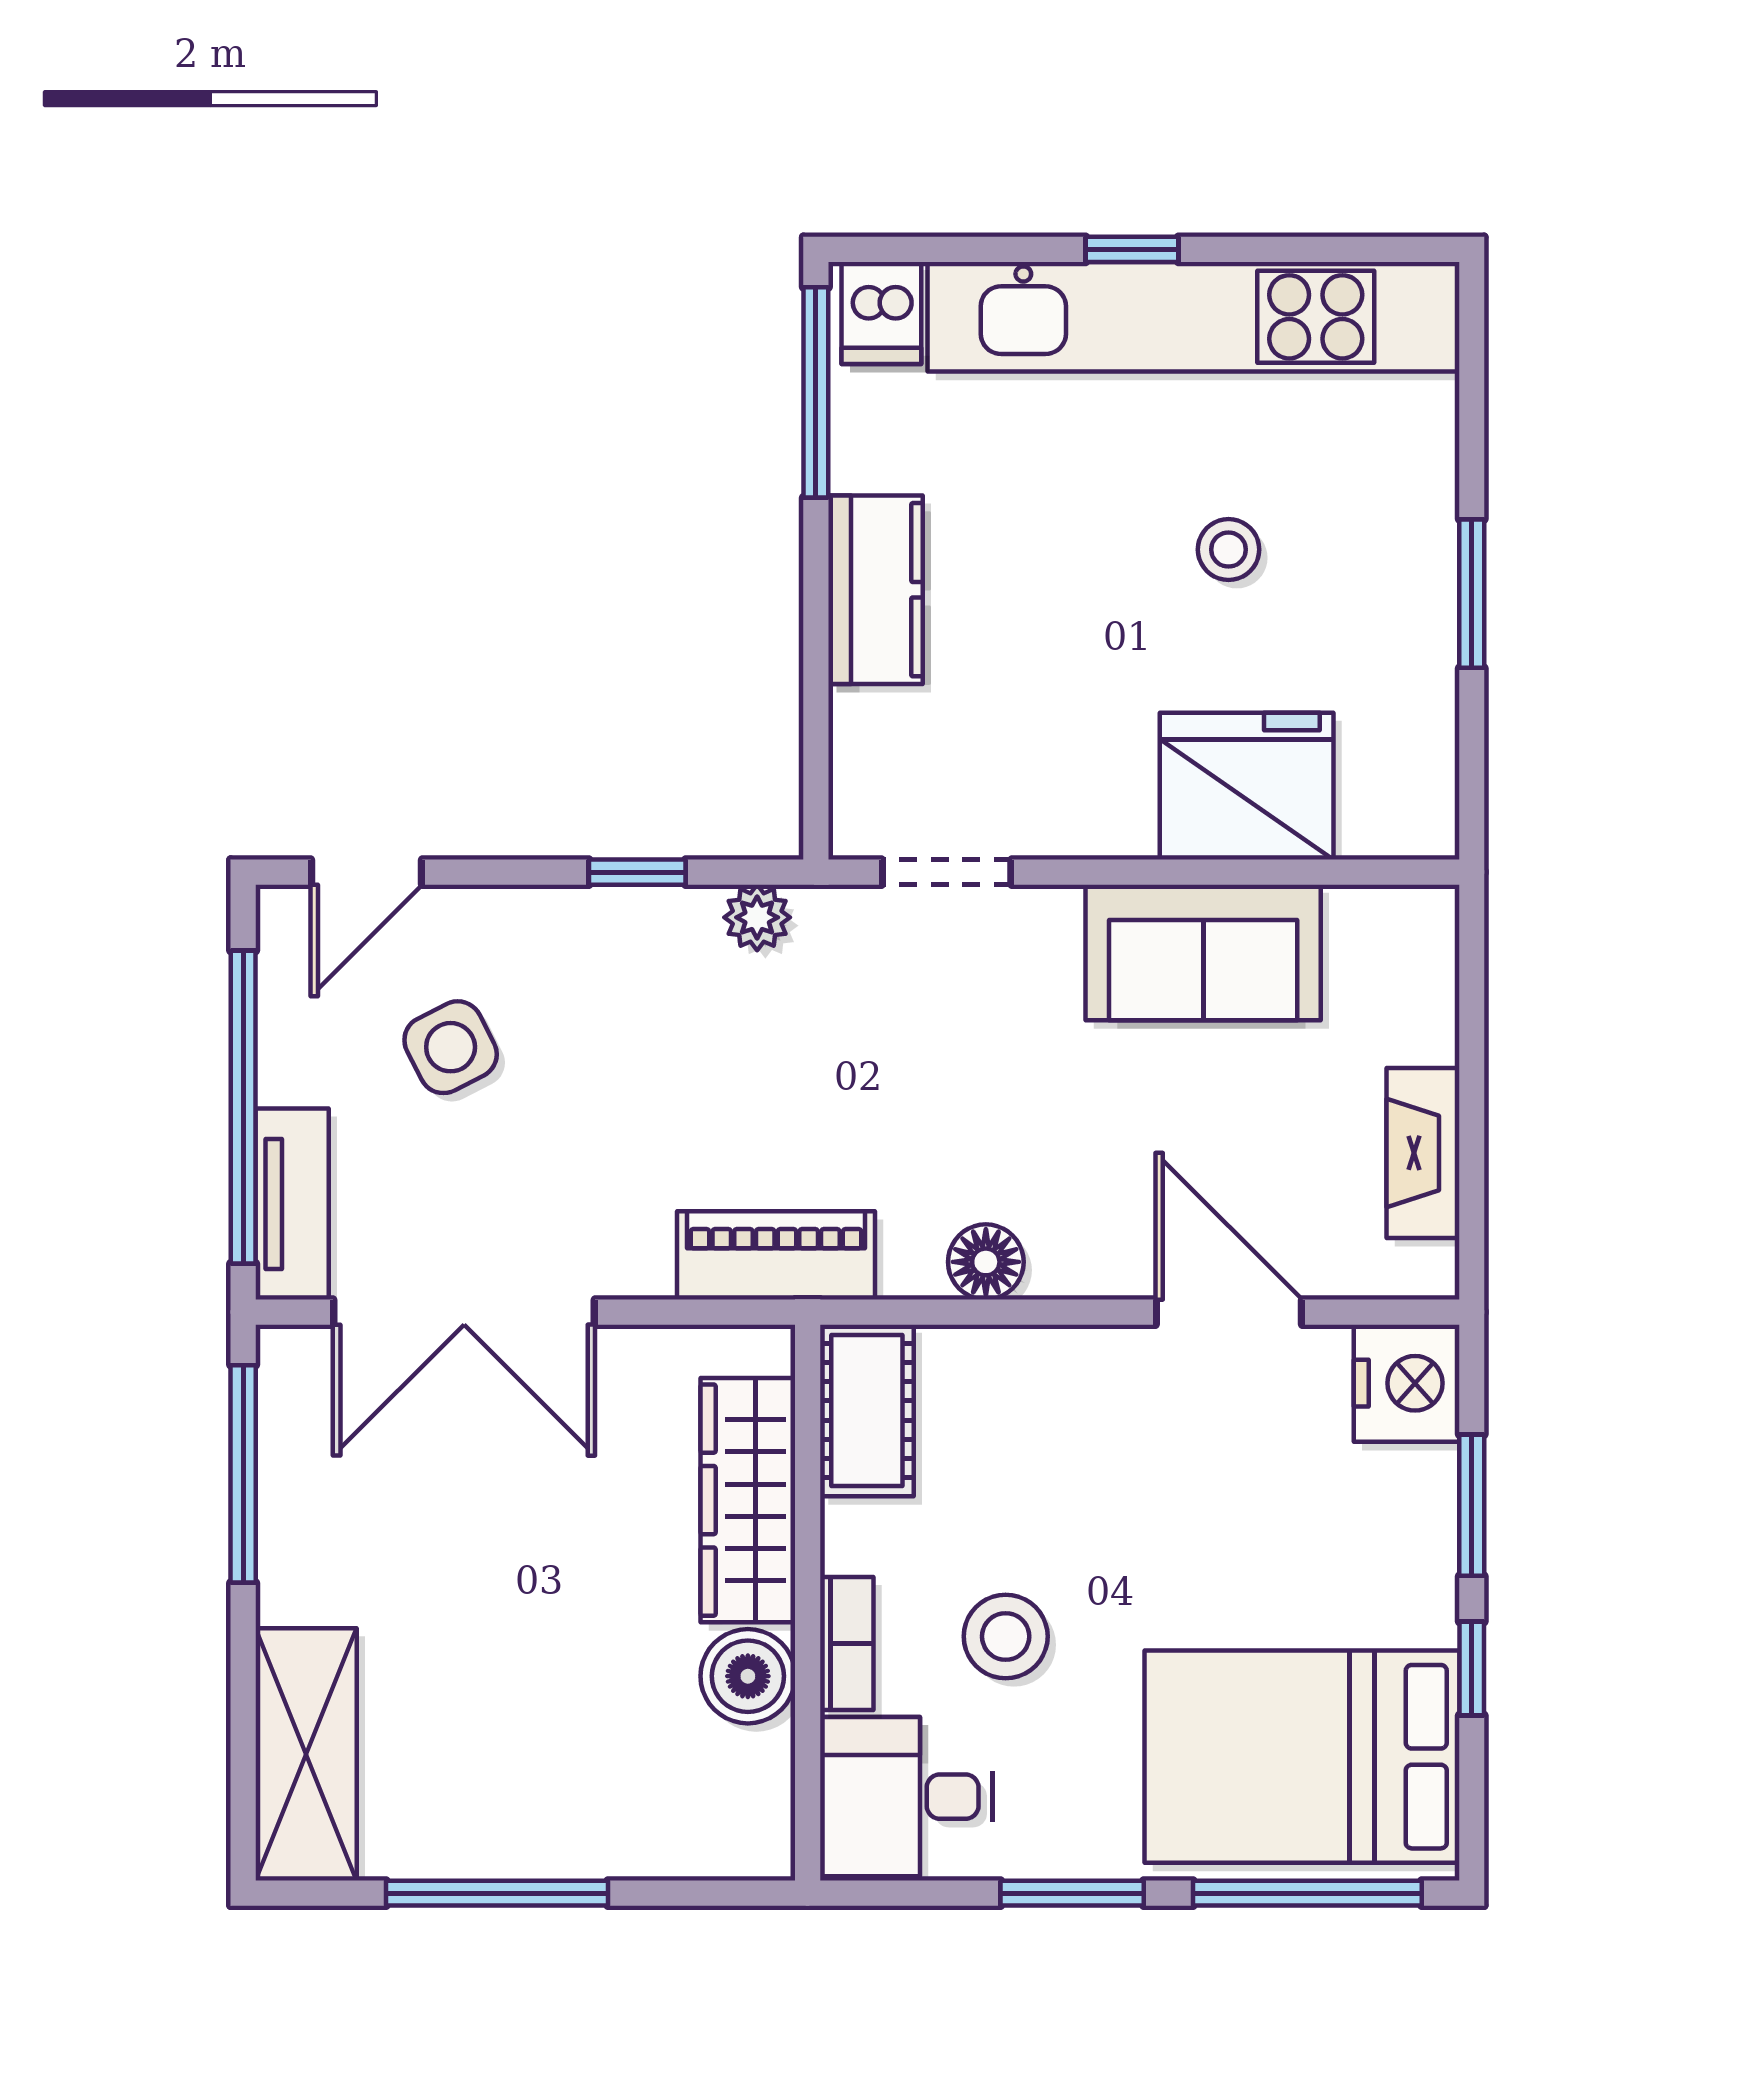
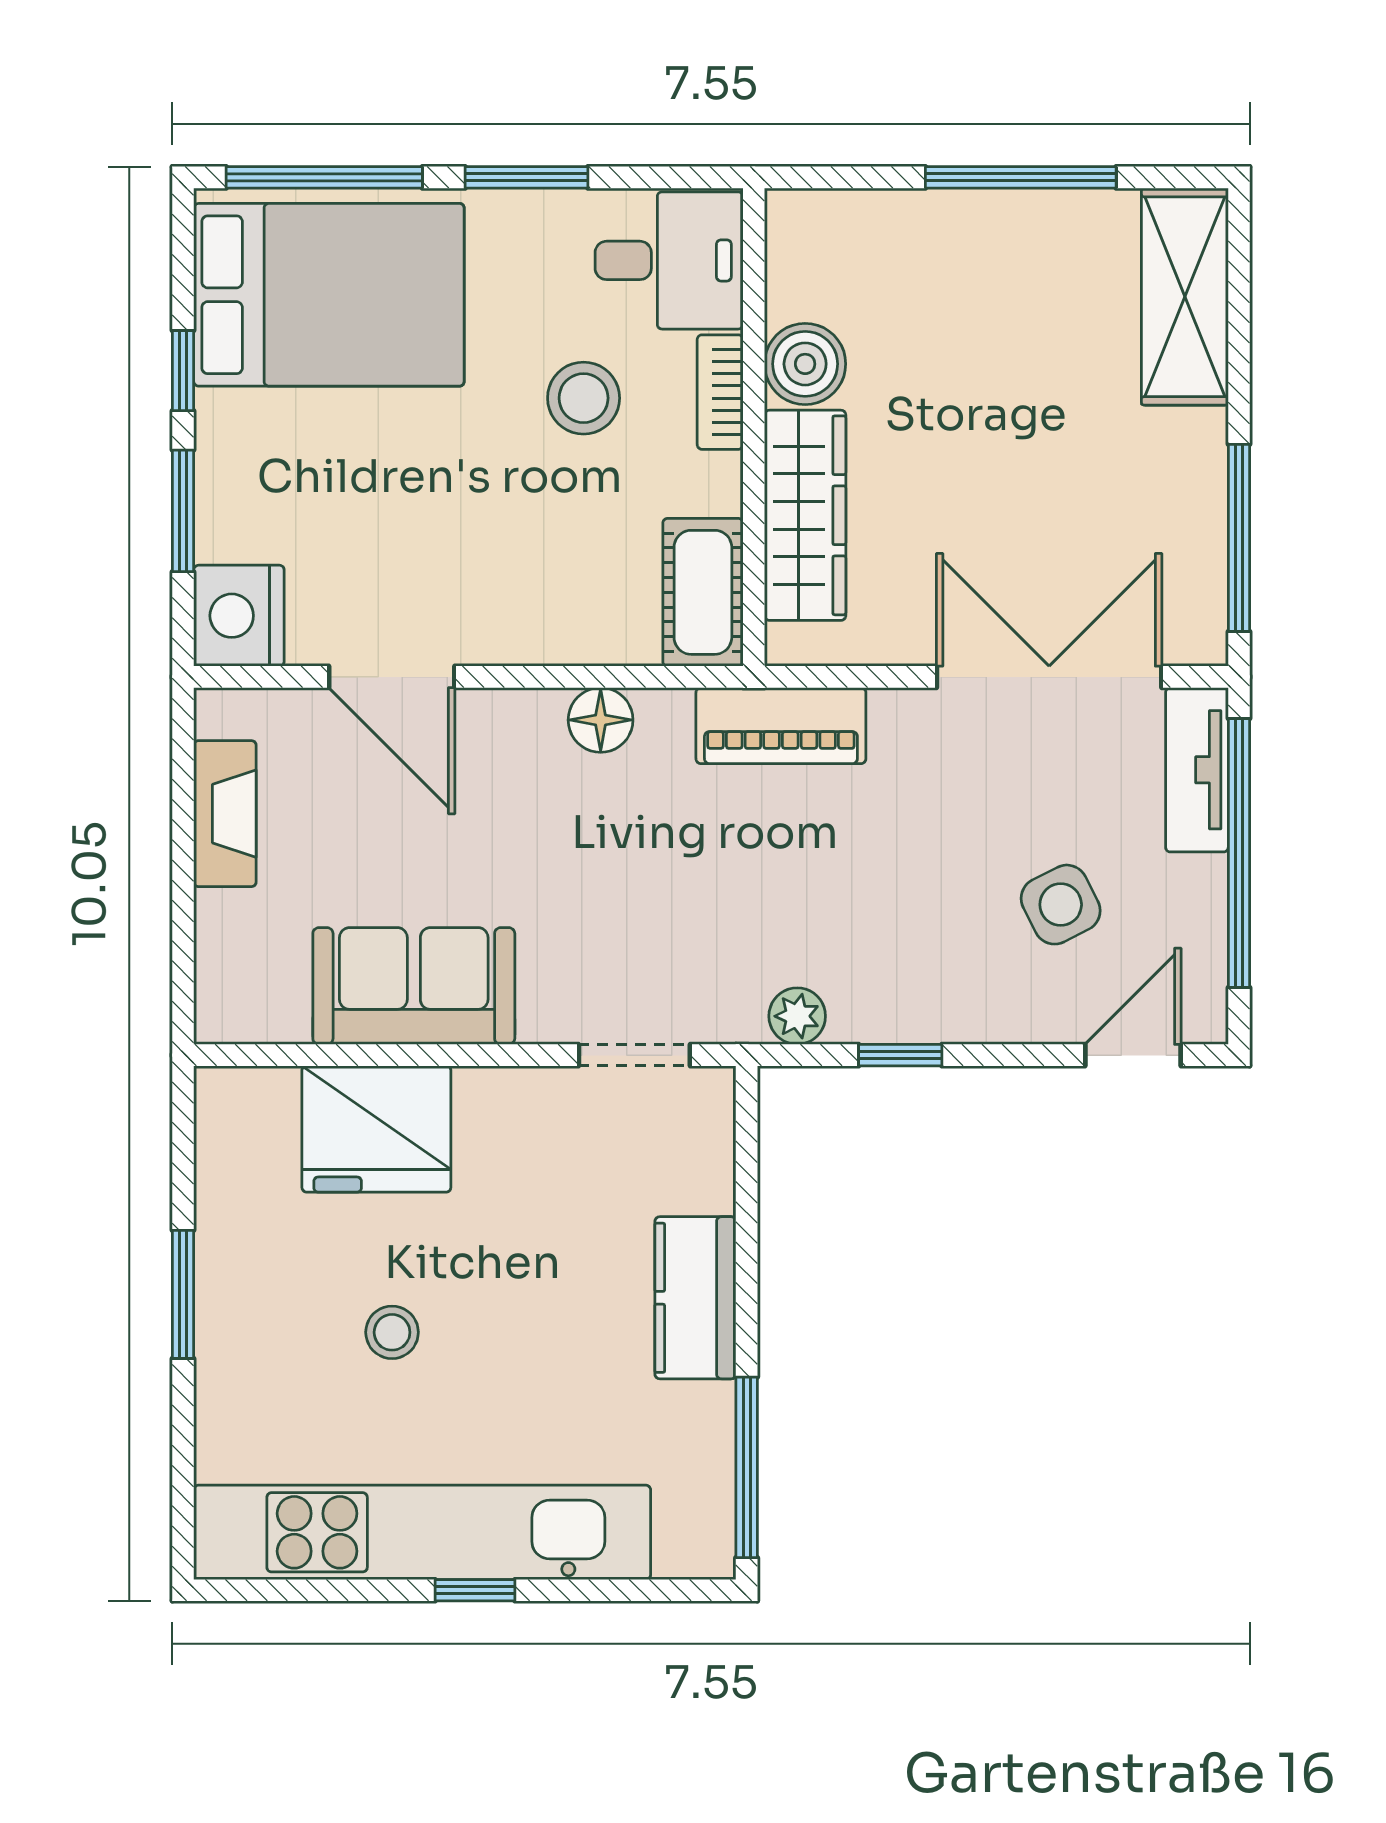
dishwasher: (881, 313) -> (690, 1536), removed

